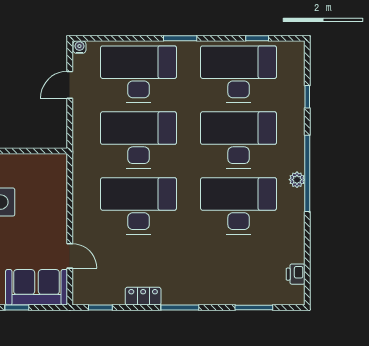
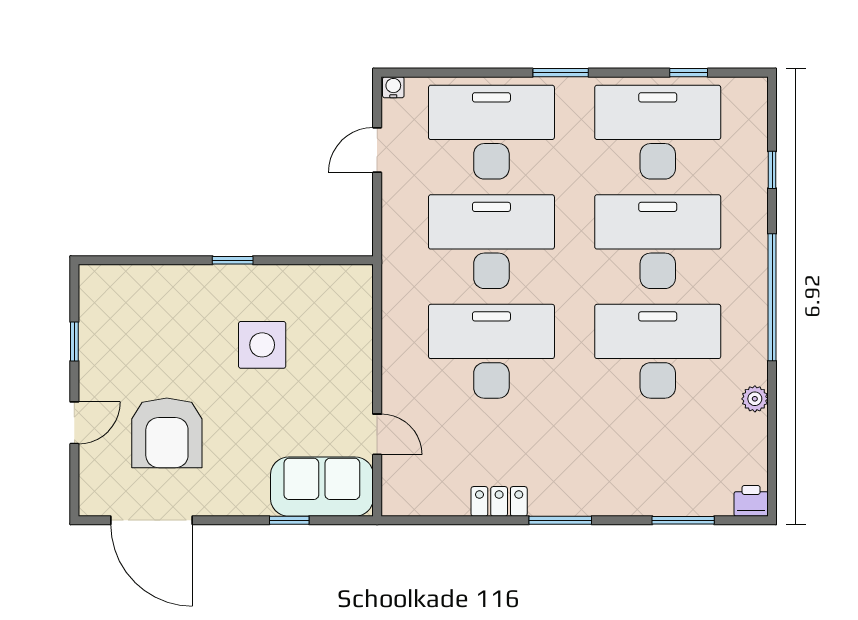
plant: (297, 180) -> (755, 399), moved
printer: (296, 274) -> (751, 501), moved, turned 90
window: (100, 308) -> (428, 520), removed

